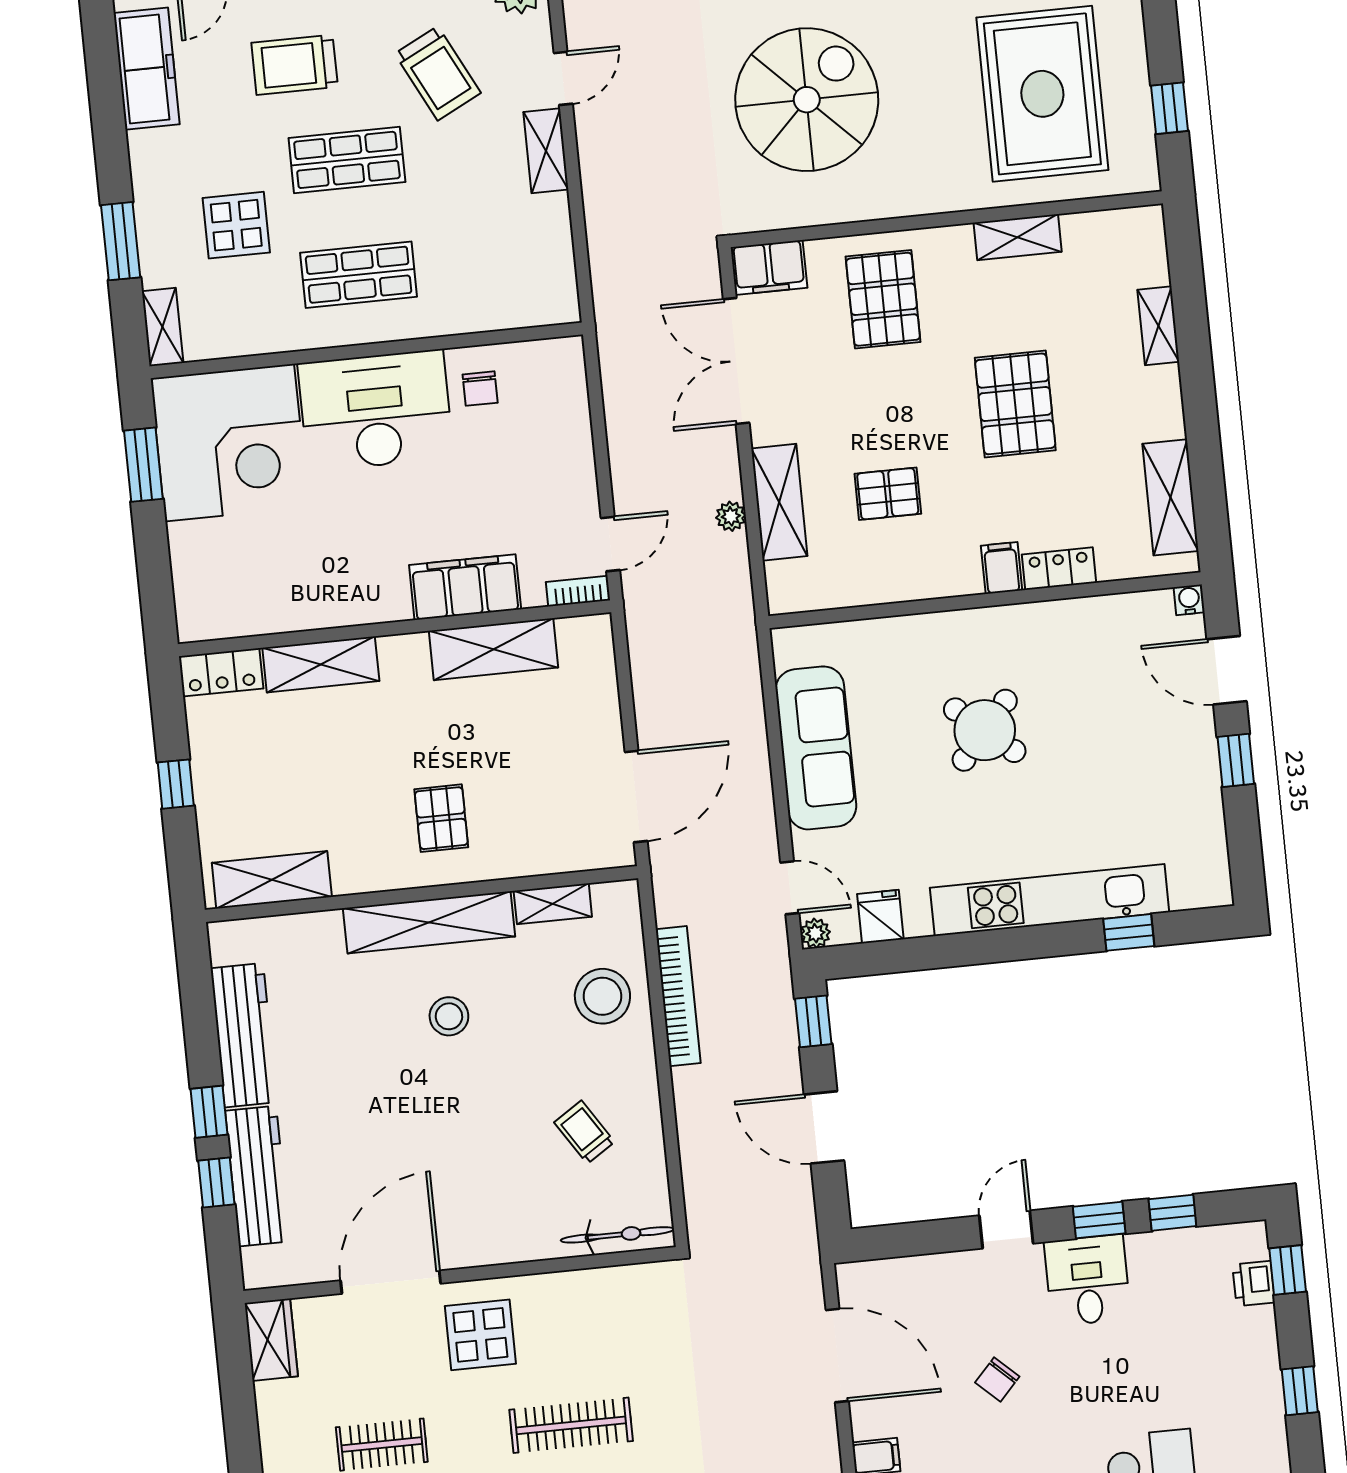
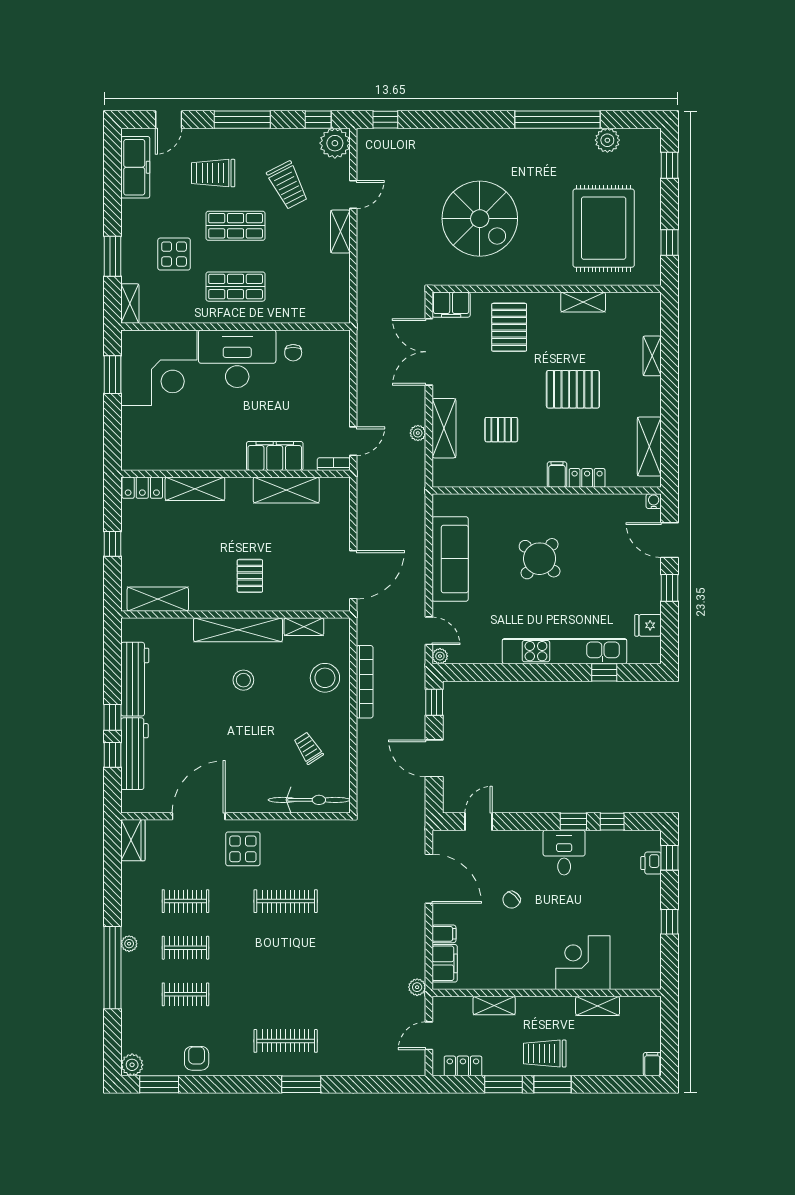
spiral stairs: (807, 100) -> (480, 219), turned 90
pallet: (1015, 404) -> (573, 389), turned 90
fridge: (880, 917) -> (648, 625), moved, turned -90
door: (1006, 1230) -> (479, 822), moved
bicycle: (617, 1235) -> (309, 800), width x1.37, depth x1.40

